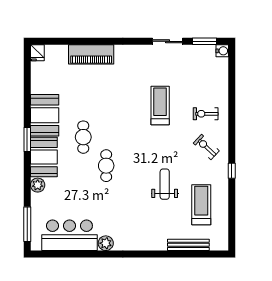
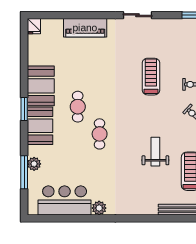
sliding door: (167, 41) -> (138, 15), moved
plant: (38, 185) -> (34, 164), moved
window: (27, 224) -> (24, 172), moved

